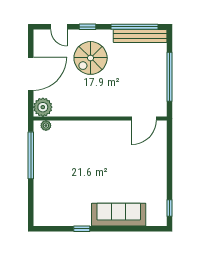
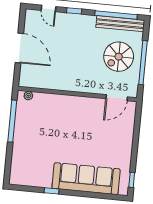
spiral stairs: (91, 58) -> (119, 57), moved
door: (31, 74) -> (19, 48), hinge flipped
plant: (43, 107) -> (27, 79), removed
sofa: (119, 215) -> (86, 179), width x1.36, depth x1.27

